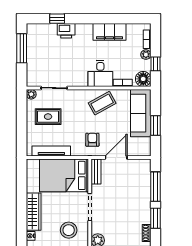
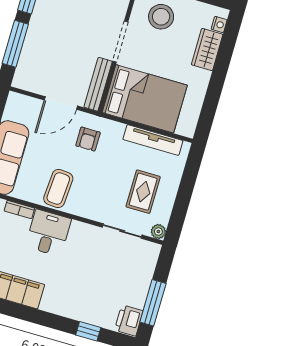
printer: (66, 31) -> (129, 320), moved, turned -90
coffee table: (102, 103) -> (58, 189), turned -57
rug: (48, 117) -> (143, 192), turned 90
bench: (96, 172) -> (98, 84), width x1.36
wardrobe: (34, 212) -> (207, 50), width x0.67

